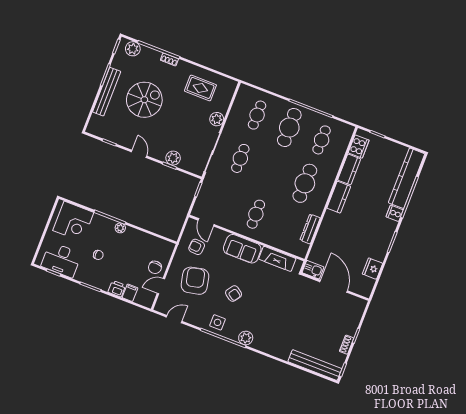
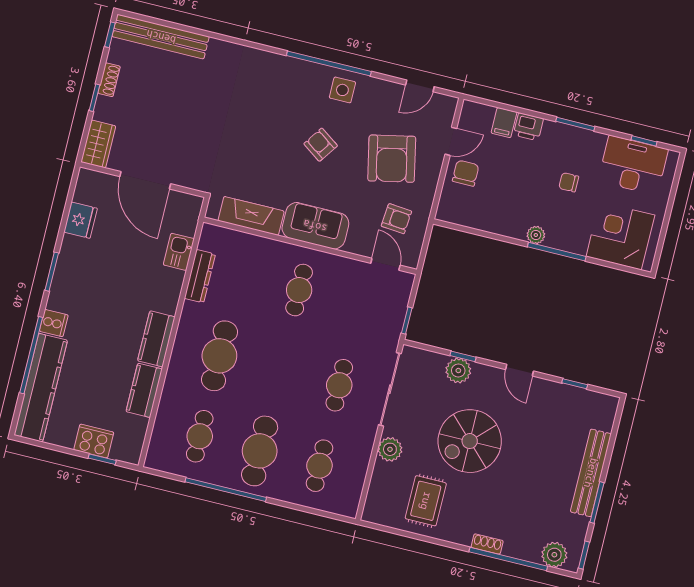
rug: (200, 88) -> (426, 501), turned 90
spiral stairs: (144, 100) -> (470, 441), moved
cooker: (359, 146) -> (94, 441), moved, turned 90
kitchen sink: (313, 270) -> (179, 252), moved, turned 90
wardrobe: (357, 310) -> (98, 144), added
plant: (246, 338) -> (289, 69), removed

